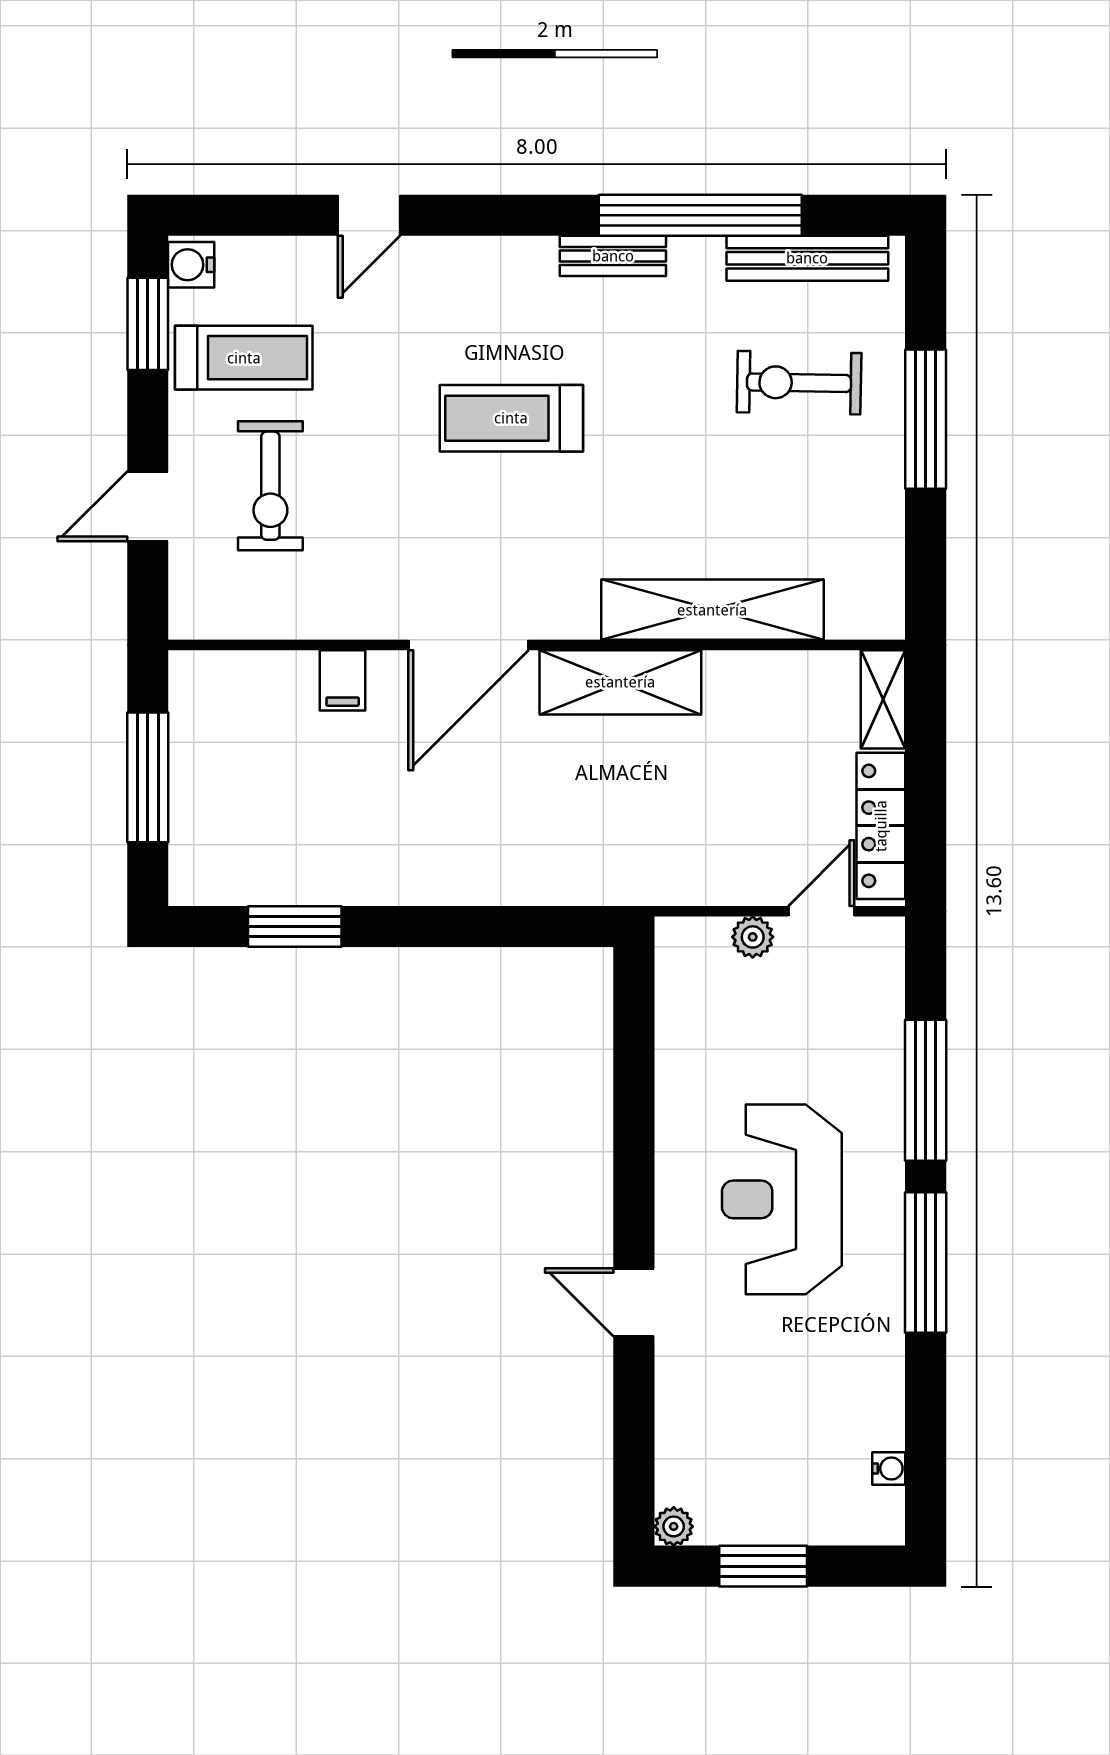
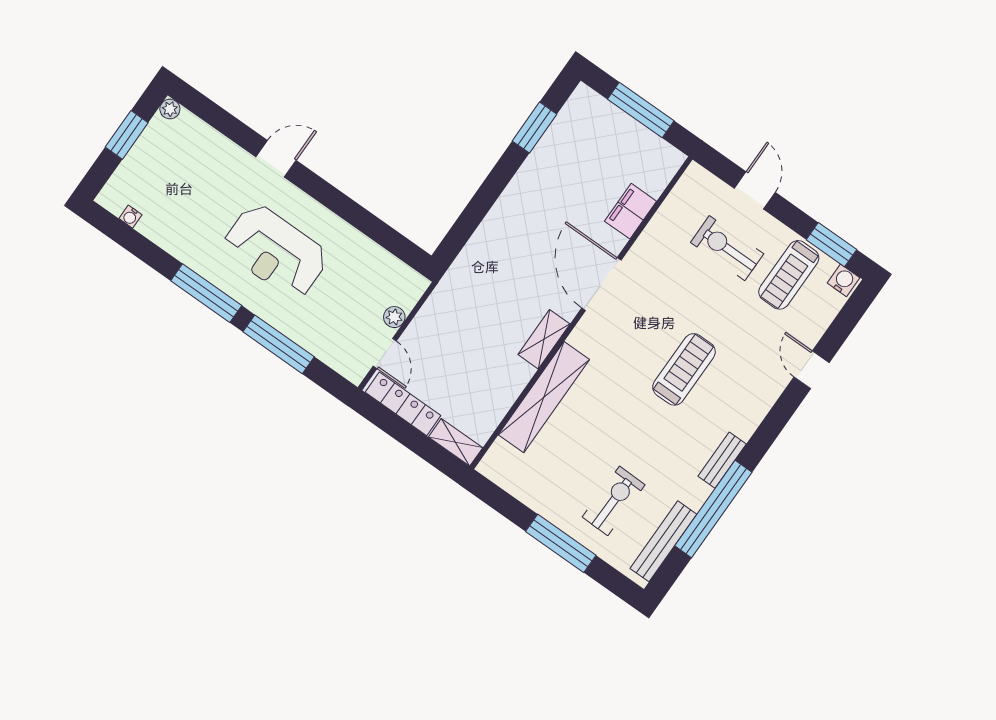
filing cabinet: (343, 680) -> (631, 211), width x2.00
shelving: (620, 682) -> (544, 339), width x0.67, depth x0.75
reception desk: (782, 1199) -> (275, 251), turned 180

